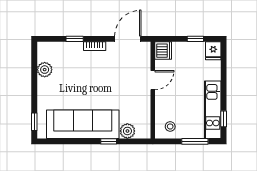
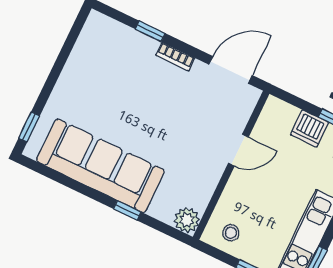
dishwasher: (163, 51) -> (309, 128), moved, turned 90
plant: (45, 70) -> (83, 56), removed
plant: (127, 131) -> (187, 220), moved

